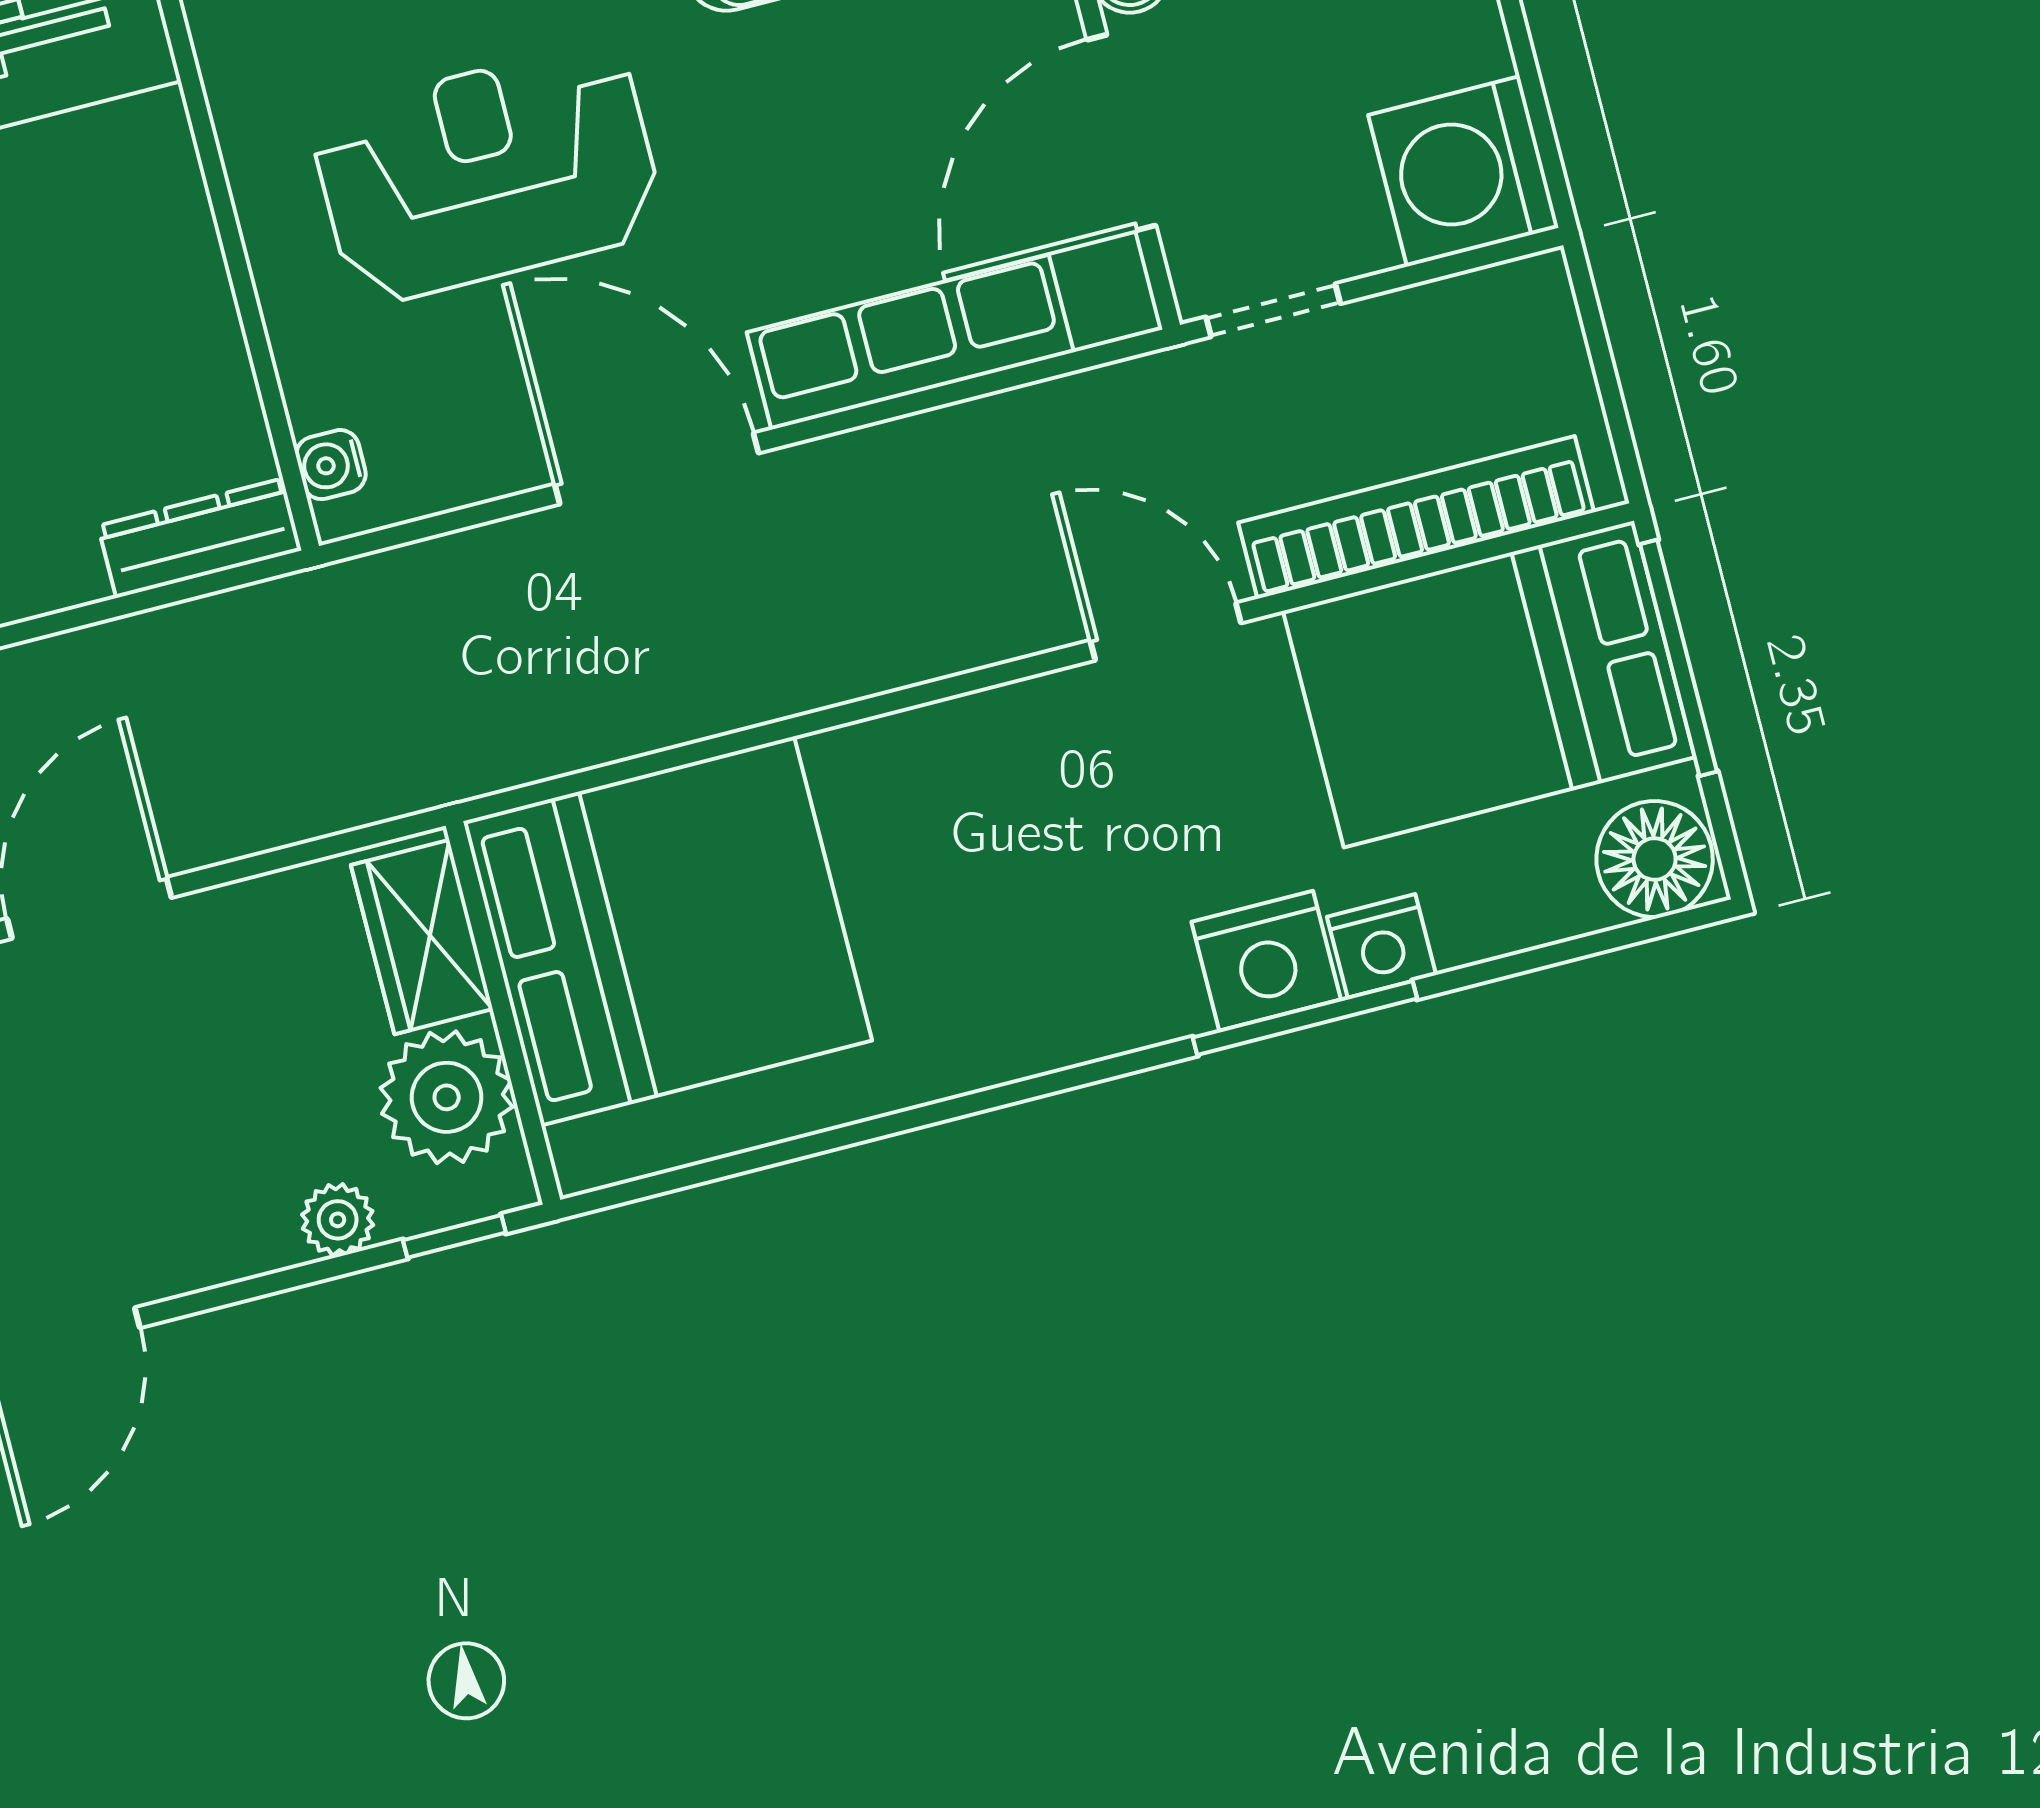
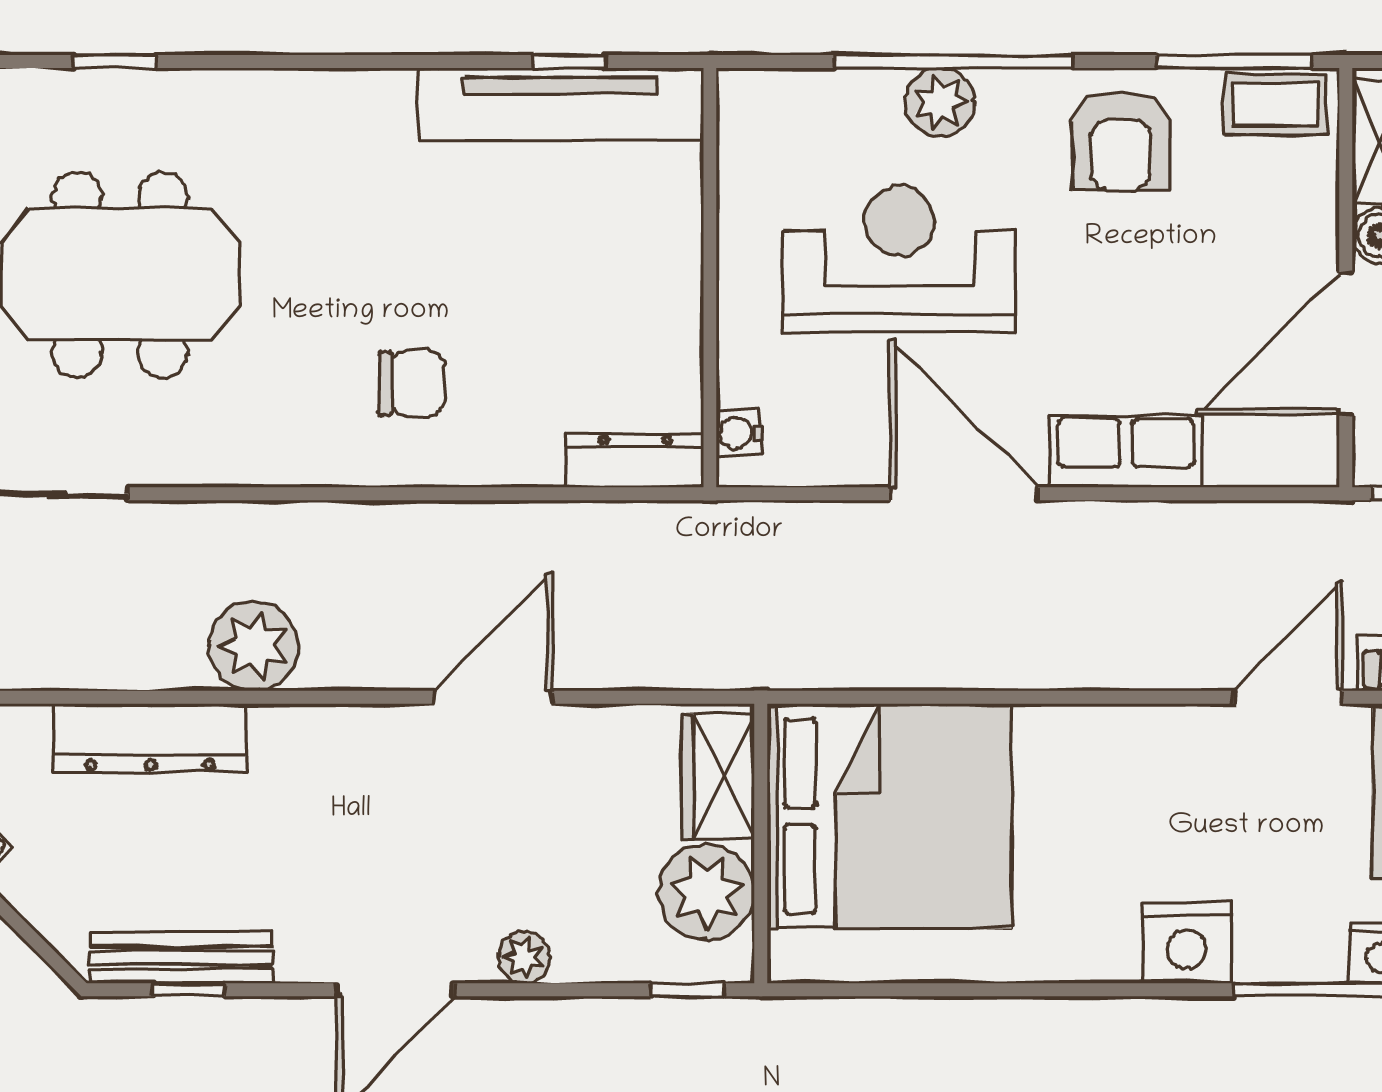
row of seats: (910, 342) -> (1126, 451), width x0.68
door: (1166, 632) -> (1288, 697), hinge flipped
nightstand: (1266, 961) -> (1187, 943), moved
plant: (338, 1220) -> (524, 957), moved

